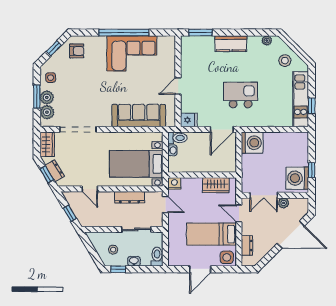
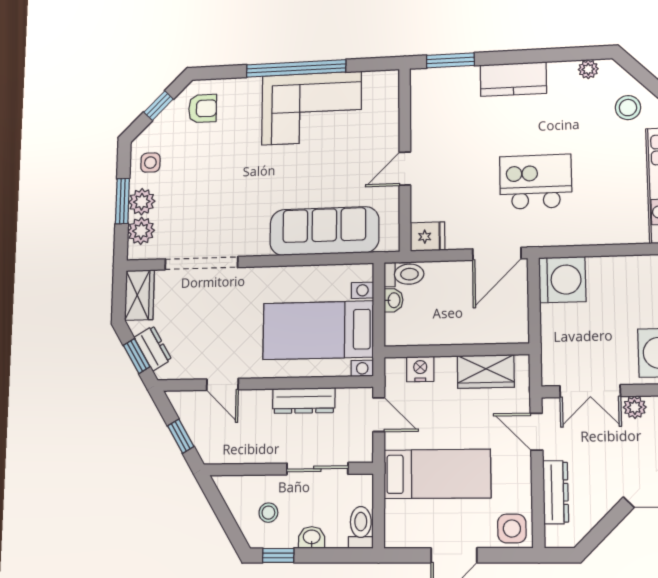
nightstand: (174, 183) -> (420, 369), moved
bed: (211, 234) -> (437, 474), moved, turned 180
dresser: (247, 245) -> (556, 492), width x1.44

